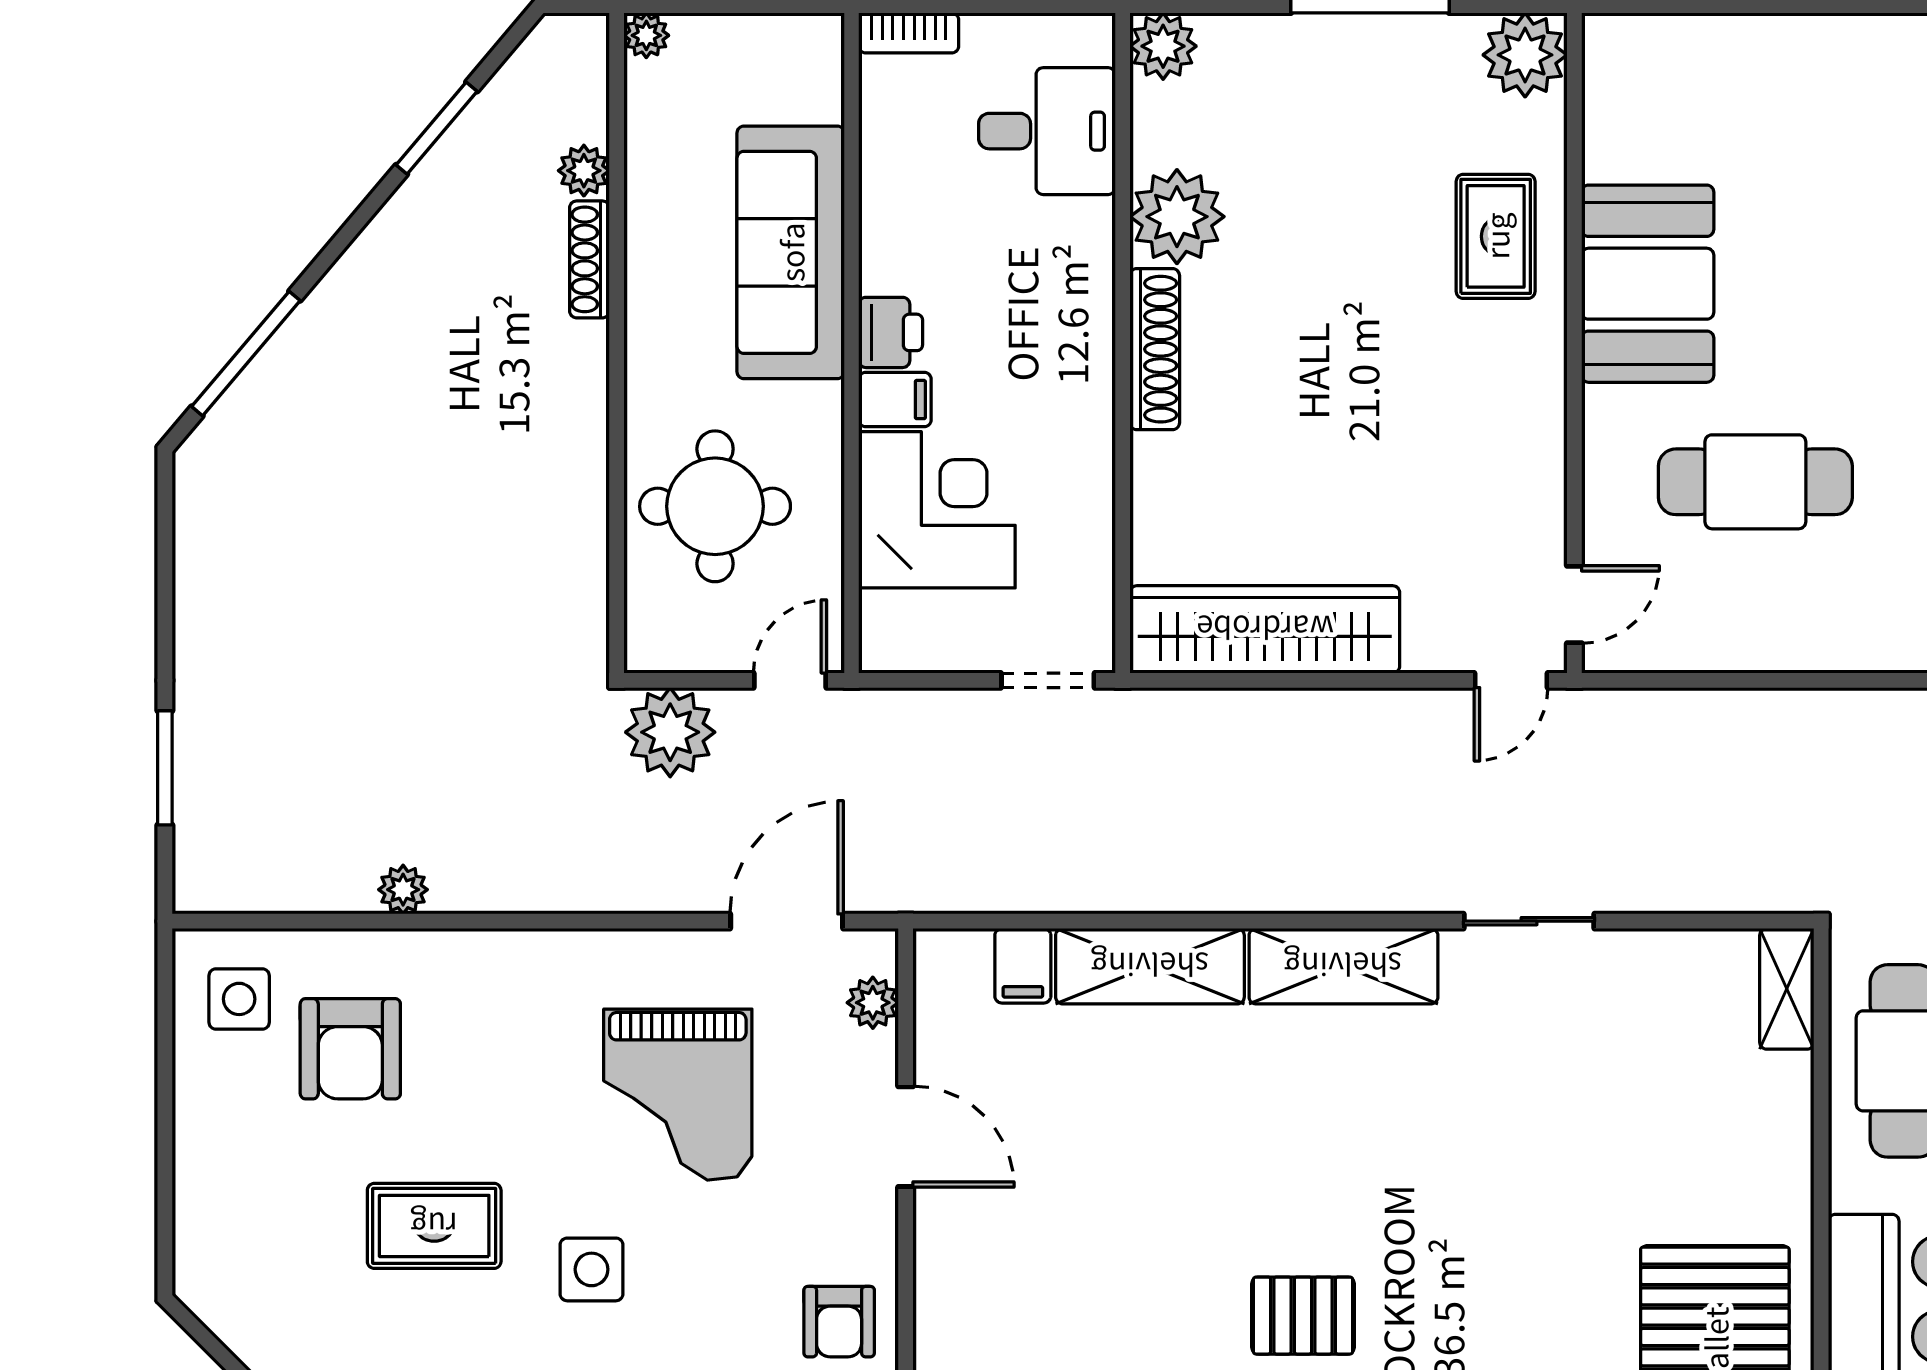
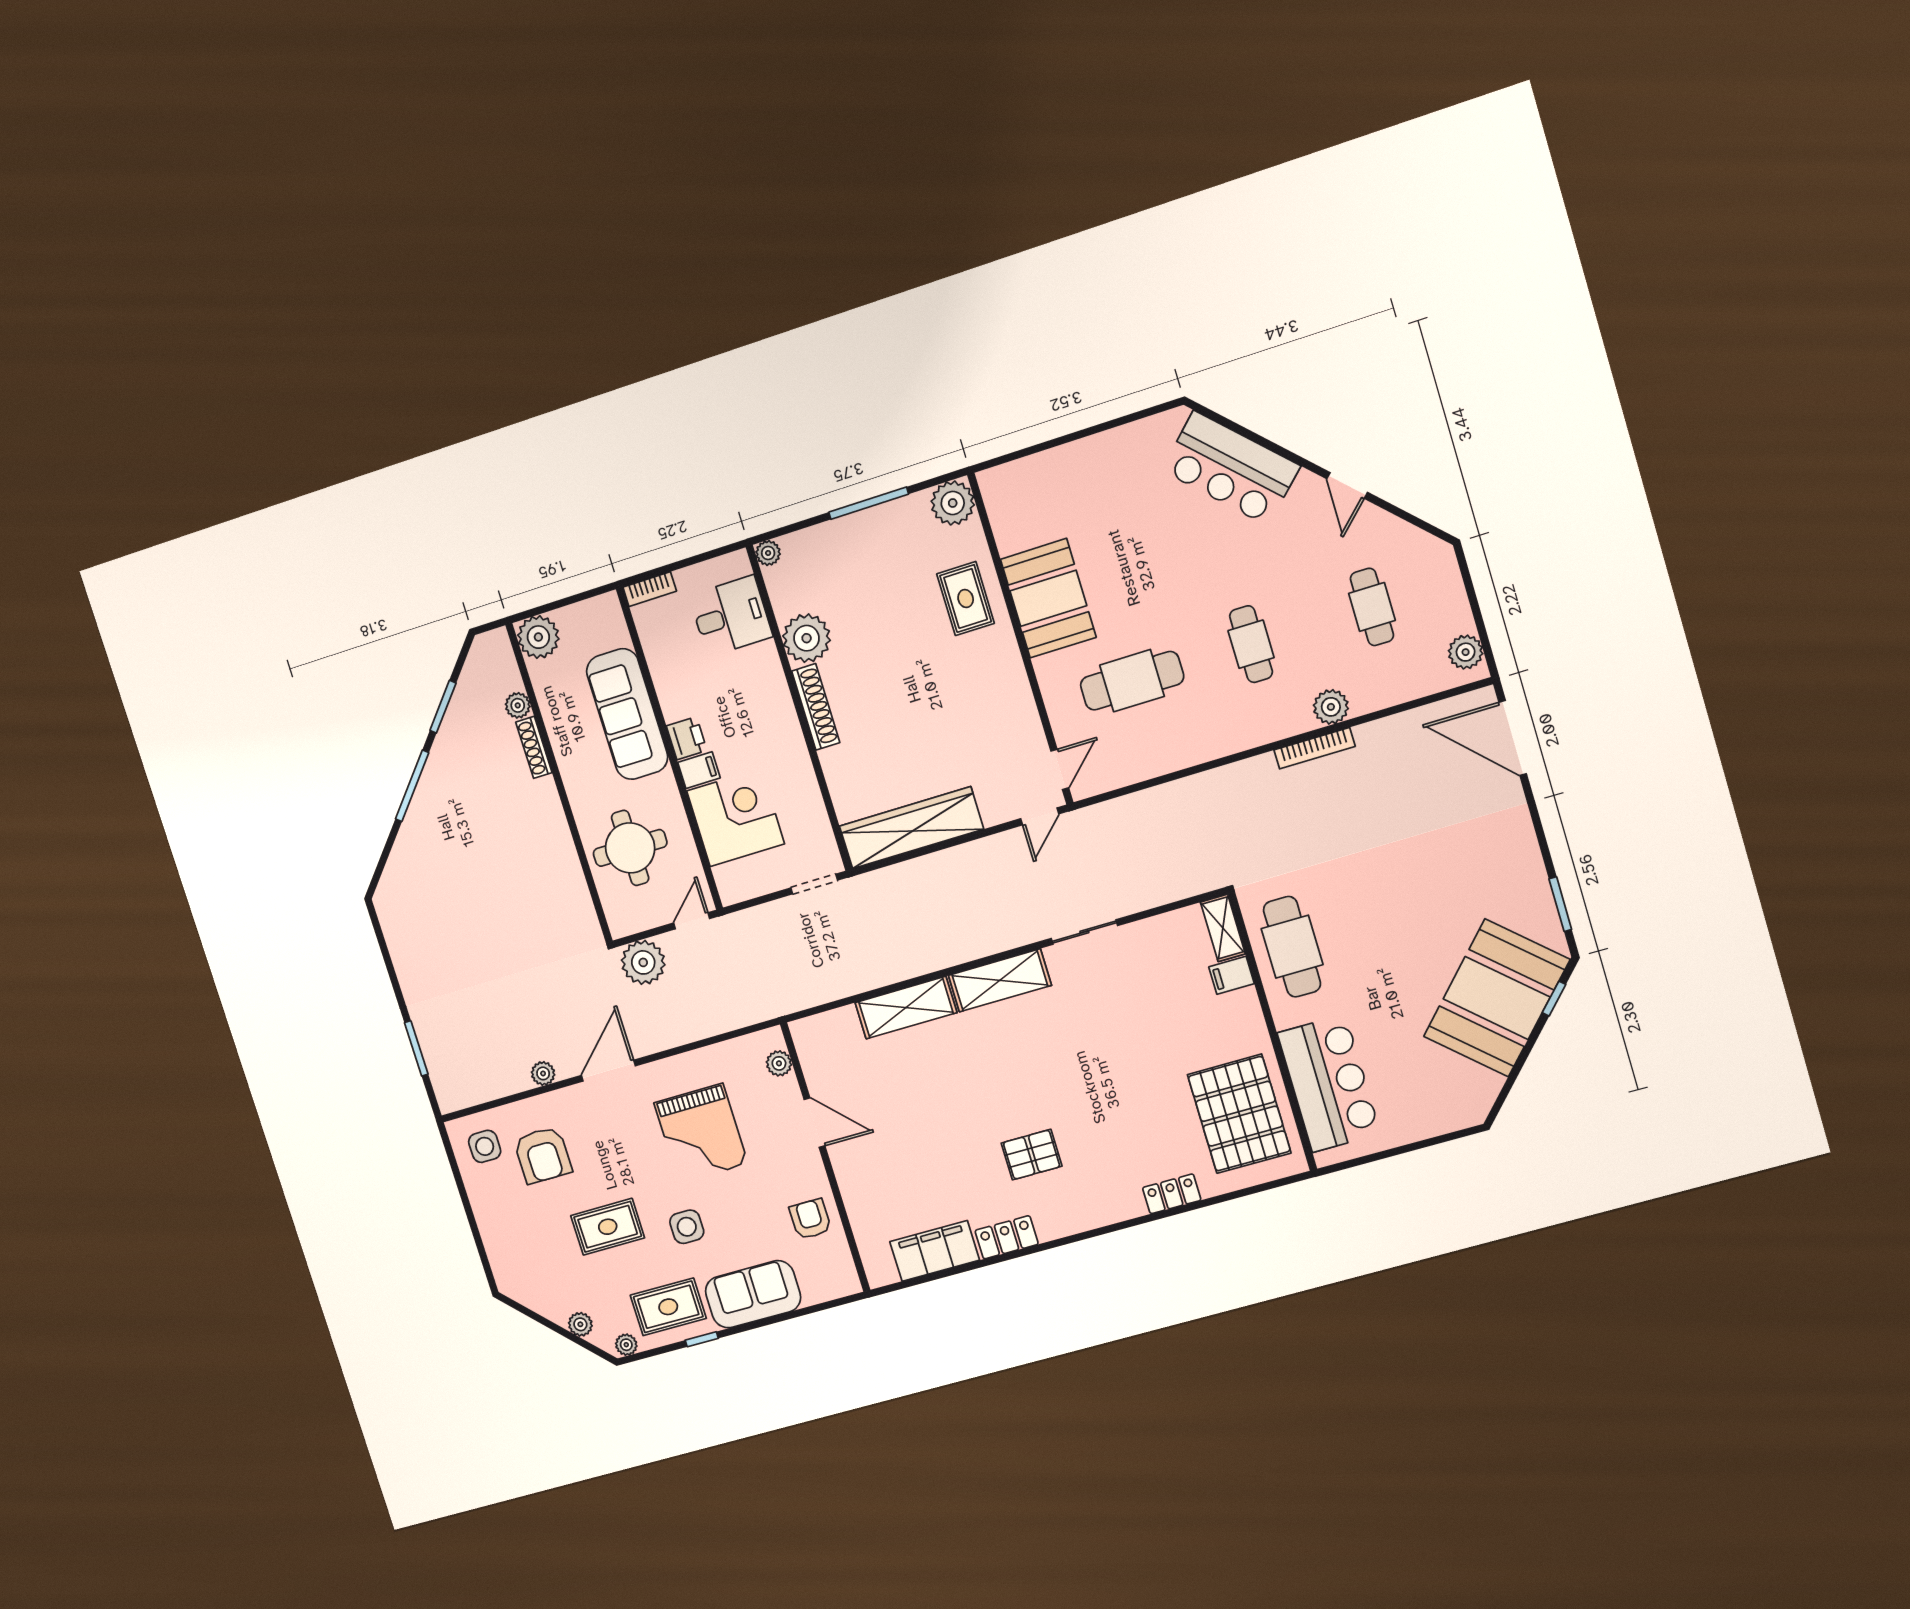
plant: (646, 35) -> (538, 637), width x1.87, depth x1.87
plant: (1163, 46) -> (768, 553), width x0.73, depth x0.73
window: (246, 354) -> (412, 786), moved
door: (787, 921) -> (608, 1071), moved
filing cabinet: (1023, 966) -> (1231, 975), moved, turned 90
armchair: (839, 1322) -> (810, 1219), turned 180

